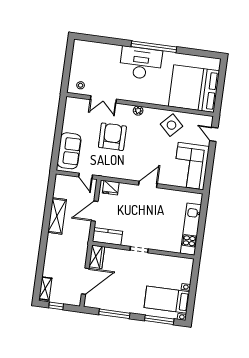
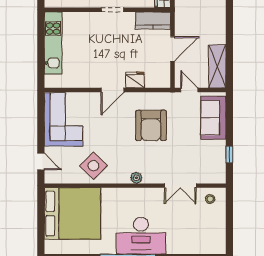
double door: (103, 99) -> (180, 186), swing flipped
window: (60, 119) -> (229, 155), added
armchair: (112, 137) -> (151, 125), moved
fridge: (111, 188) -> (135, 80), moved
shelving: (57, 216) -> (217, 66), moved

